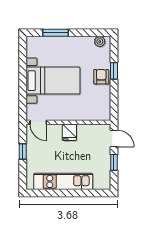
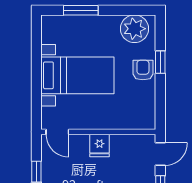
plant: (100, 42) -> (134, 29), width x1.88, depth x1.88
door: (114, 139) -> (160, 154), hinge flipped

